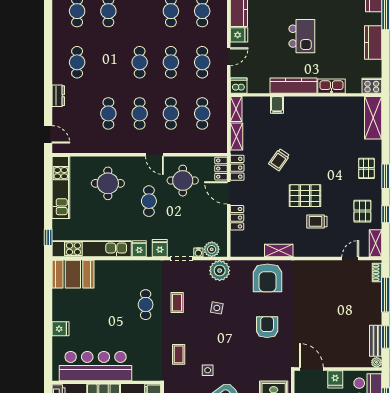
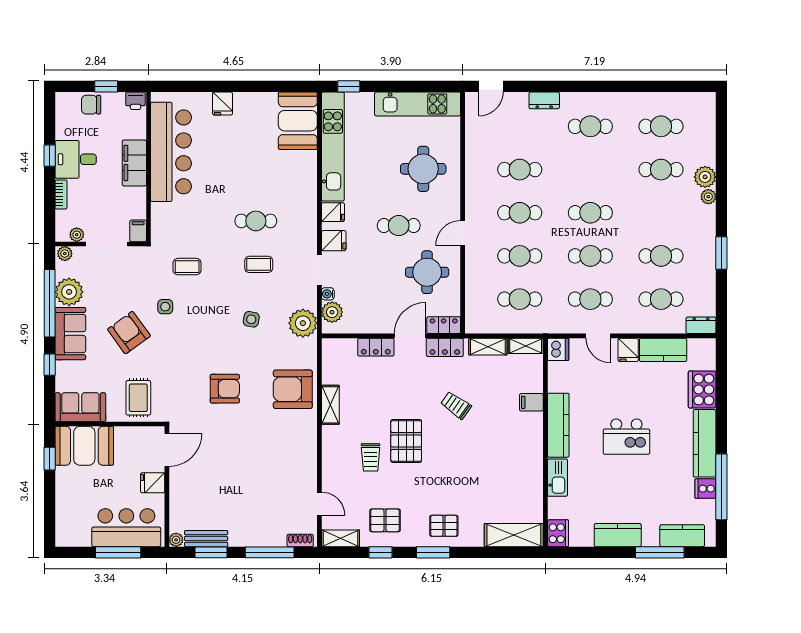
trolley: (317, 221) -> (371, 457), turned 180

